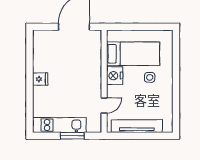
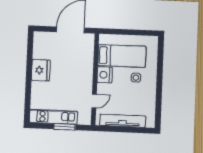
fridge: (40, 79) -> (41, 70), width x1.88, depth x1.34

